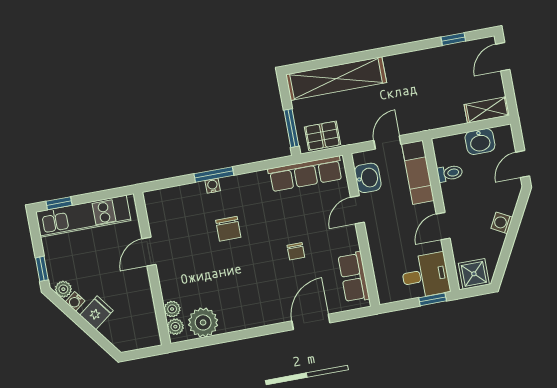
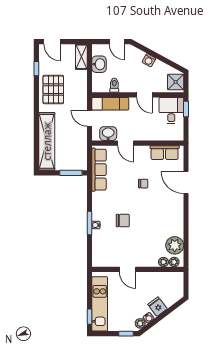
pallet: (322, 136) -> (53, 90), moved, width x1.50, depth x1.42

